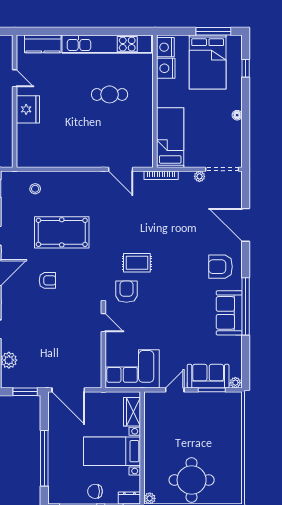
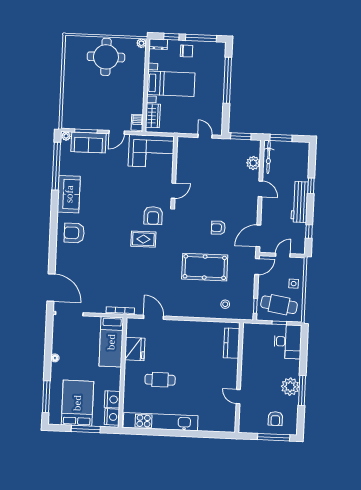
window: (213, 31) -> (86, 429), moved
kitchen counter: (43, 44) -> (232, 343), moved, turned -90
window: (246, 68) -> (46, 397), width x2.17
fridge: (28, 109) -> (135, 349), moved, turned 180
plant: (199, 176) -> (88, 308), removed
door: (246, 225) -> (51, 288), moved
armchair: (220, 267) -> (74, 233), turned 180
window: (246, 306) -> (56, 166), moved
door: (103, 323) -> (173, 191), swing flipped
door: (68, 390) -> (205, 136), width x0.53
barbecue: (151, 403) -> (137, 122), added

